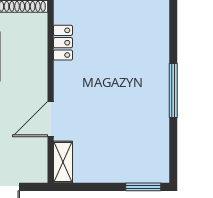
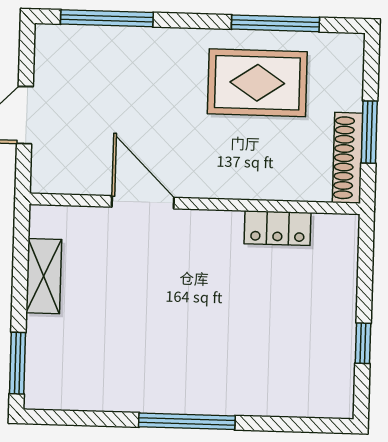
shelving: (63, 162) -> (44, 276), moved, turned 90

